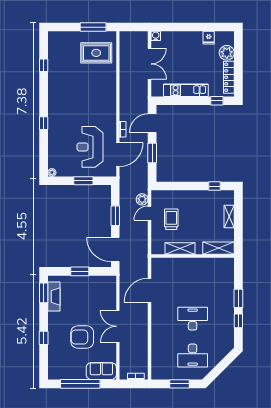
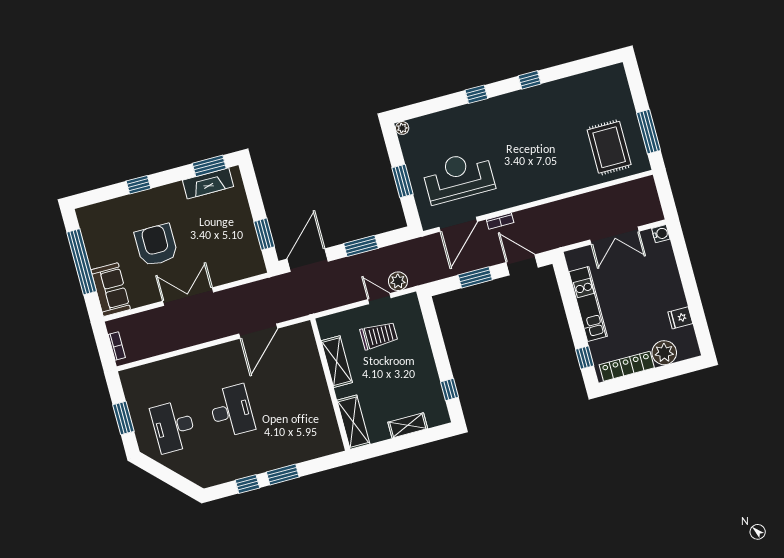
window: (44, 65) -> (530, 80), moved
door: (118, 155) -> (458, 224), hinge flipped
window: (80, 271) -> (264, 234), moved
door: (149, 290) -> (258, 331), swing flipped

